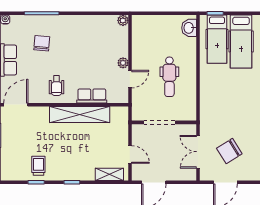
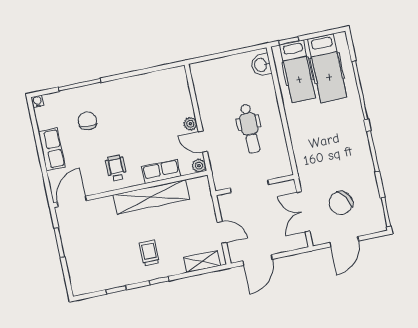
plant: (123, 20) -> (199, 166), moved
door: (130, 79) -> (203, 142), swing flipped
wheelchair: (57, 86) -> (116, 168), turned 180
trolley: (38, 166) -> (149, 253), moved

